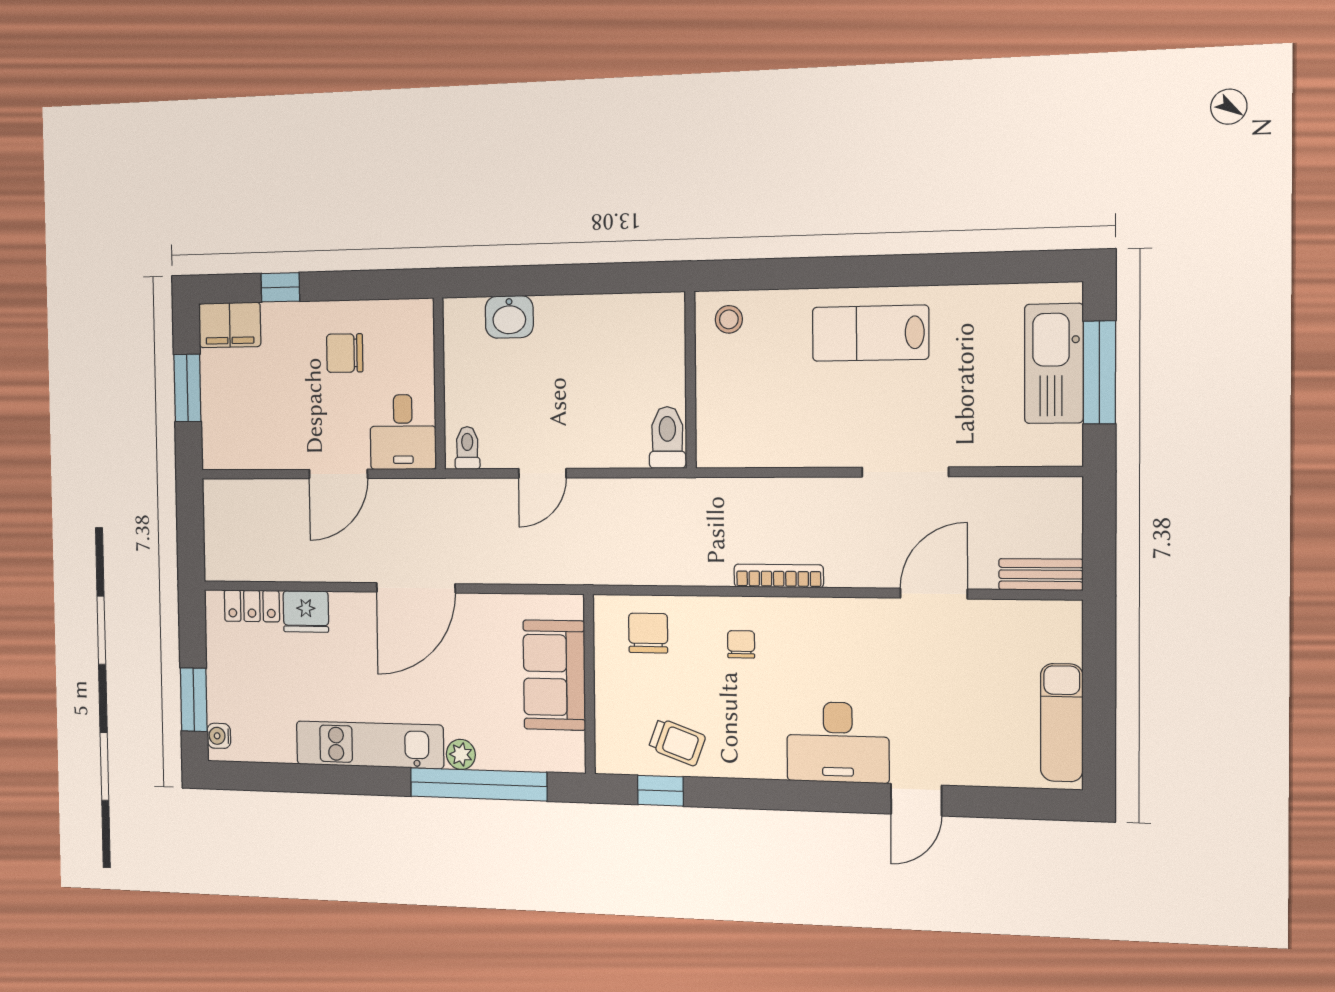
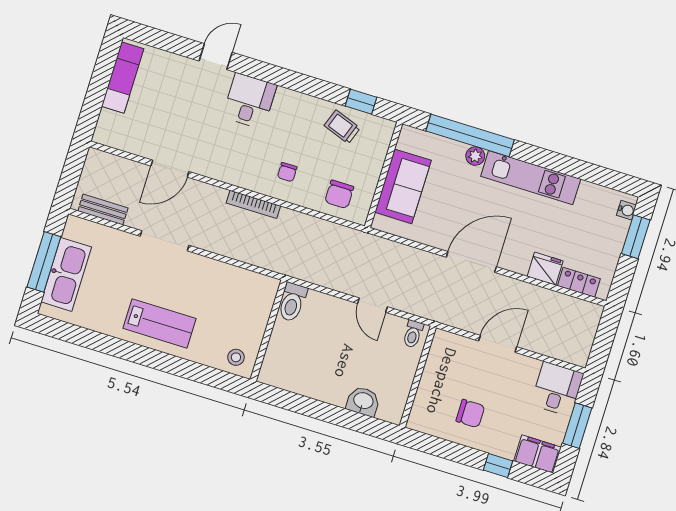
desk: (403, 432) -> (557, 389), moved
door: (542, 473) -> (372, 305), swing flipped
bench: (1041, 574) -> (103, 210), moved
desk: (838, 742) -> (249, 101), width x0.73

